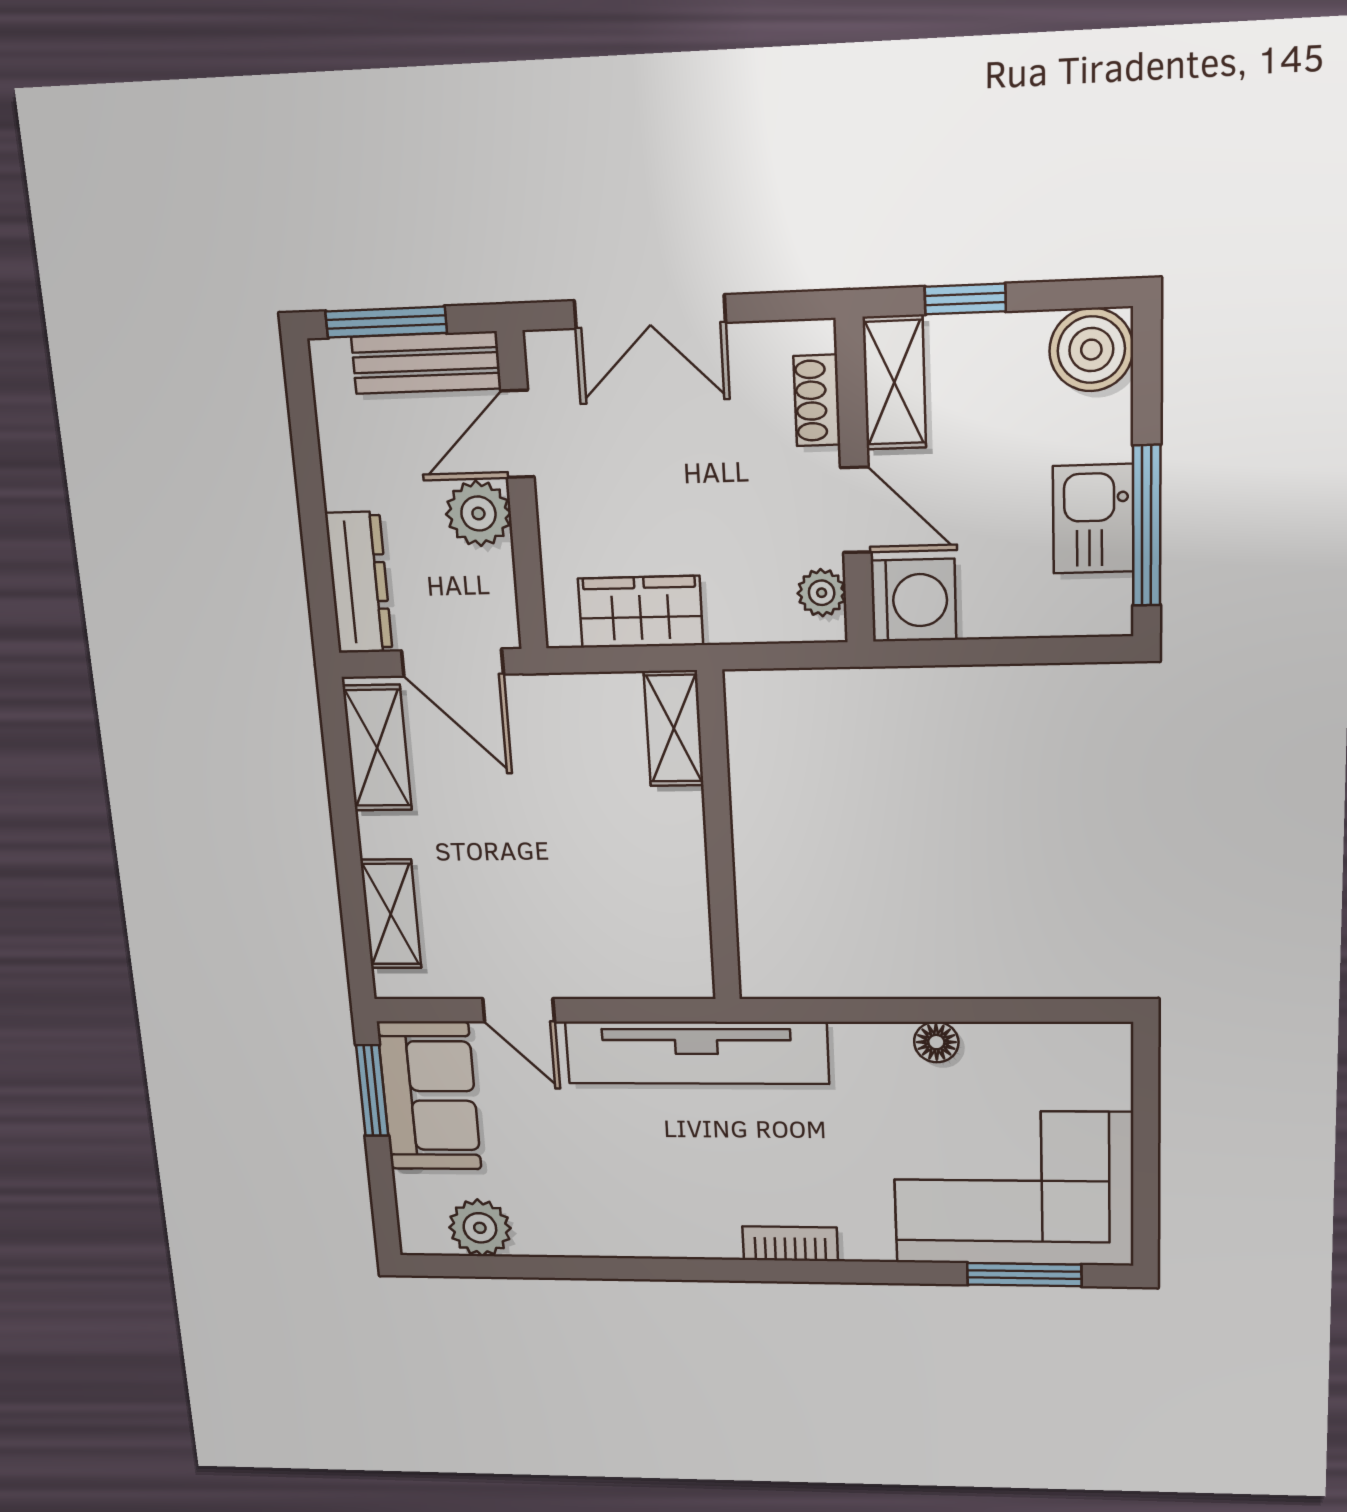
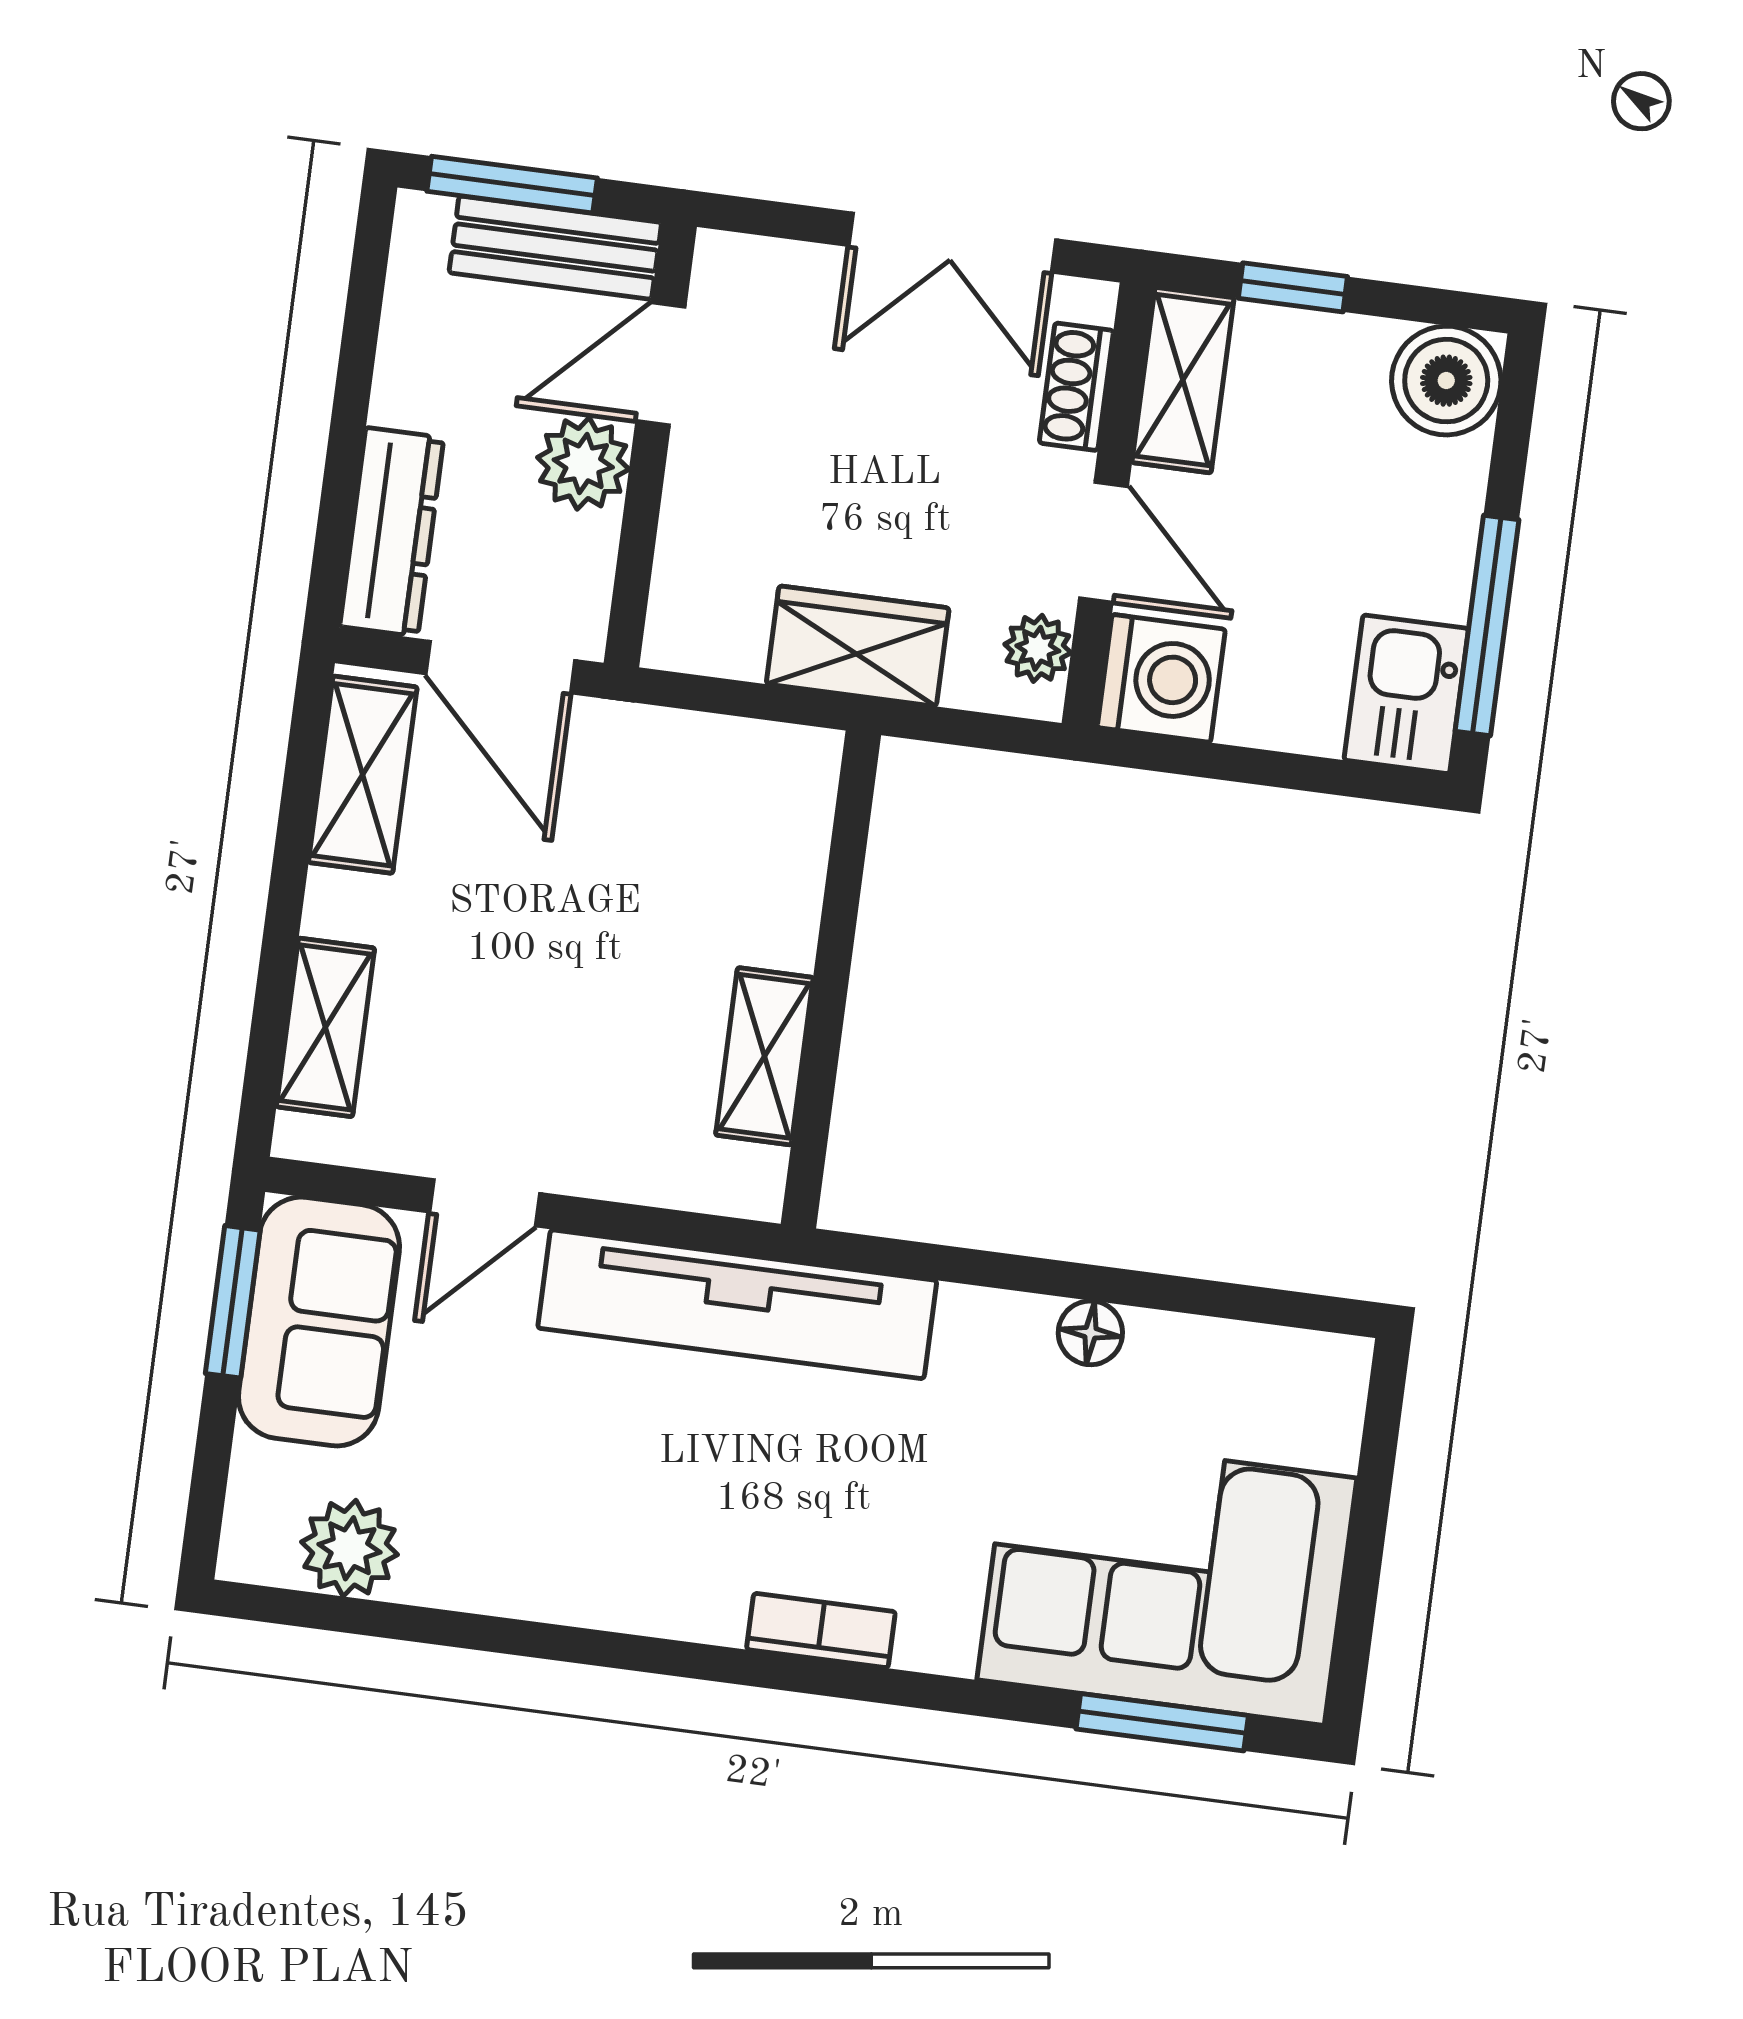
double door: (650, 312) -> (952, 243), moved
kitchen sink: (1093, 519) -> (1406, 694), moved
wardrobe: (641, 612) -> (858, 646), moved
shelving: (674, 728) -> (764, 1056), moved
door: (519, 1010) -> (485, 1203), hinge flipped

